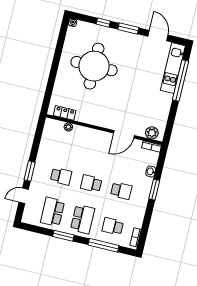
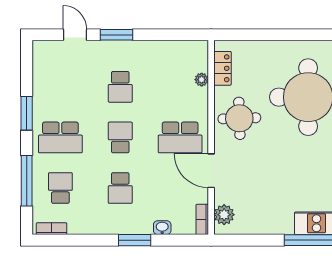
round table: (97, 110) -> (239, 118), added
school desk: (53, 212) -> (180, 137), moved, turned 180

